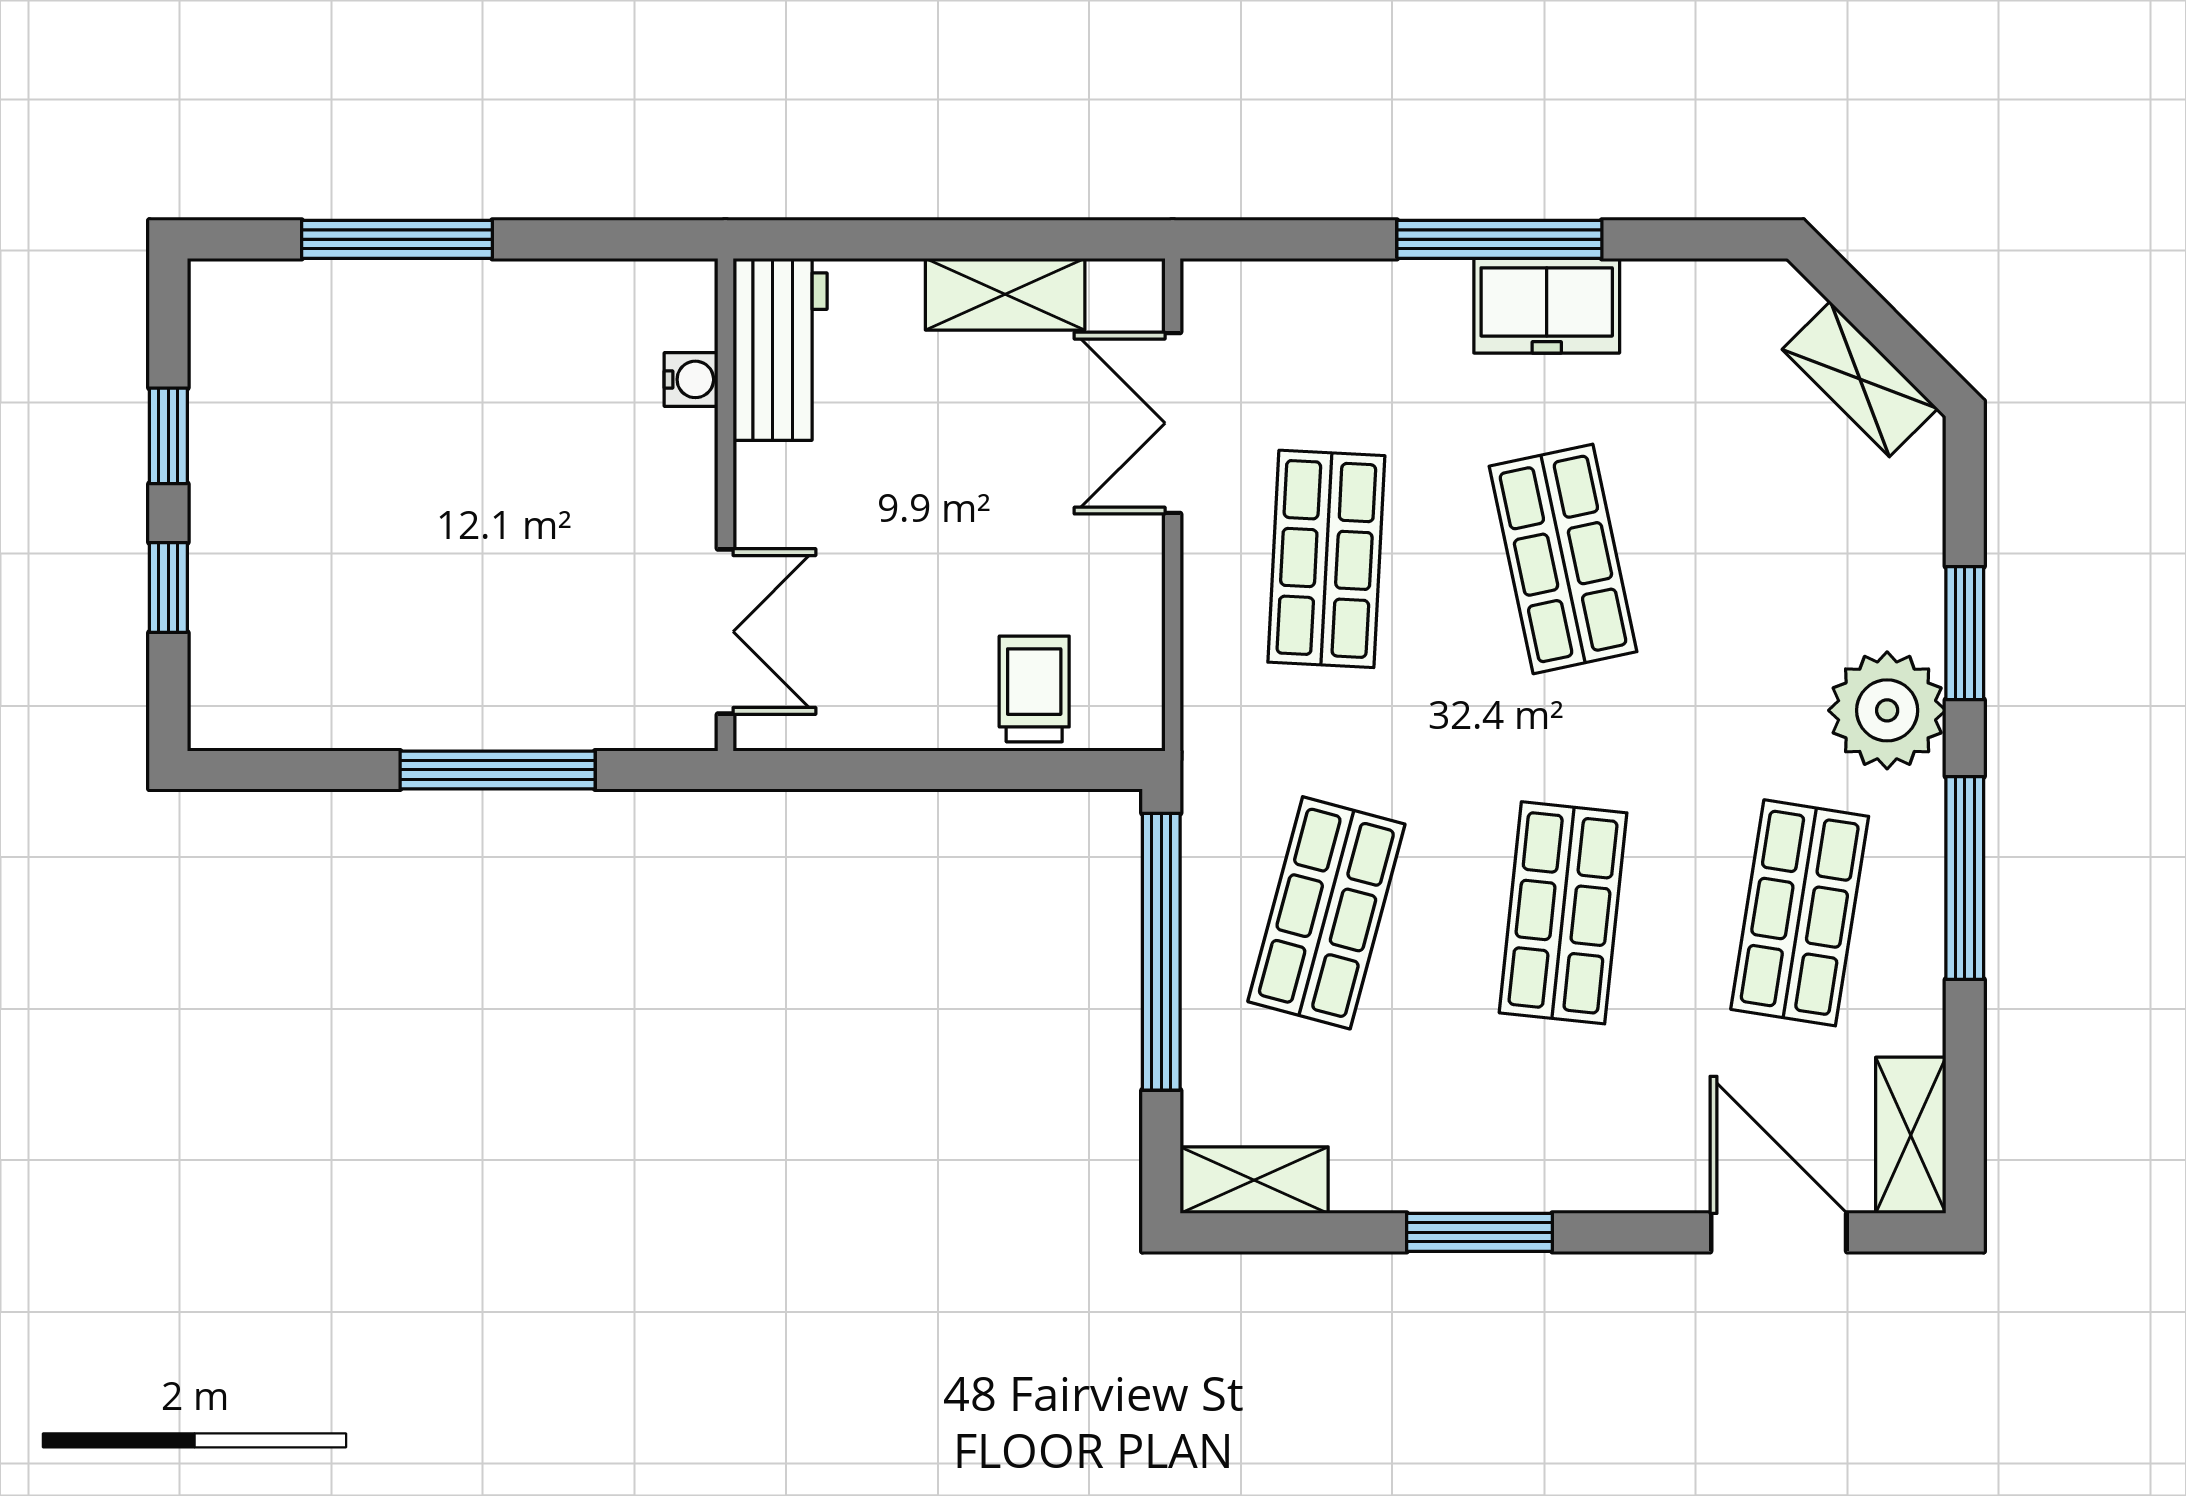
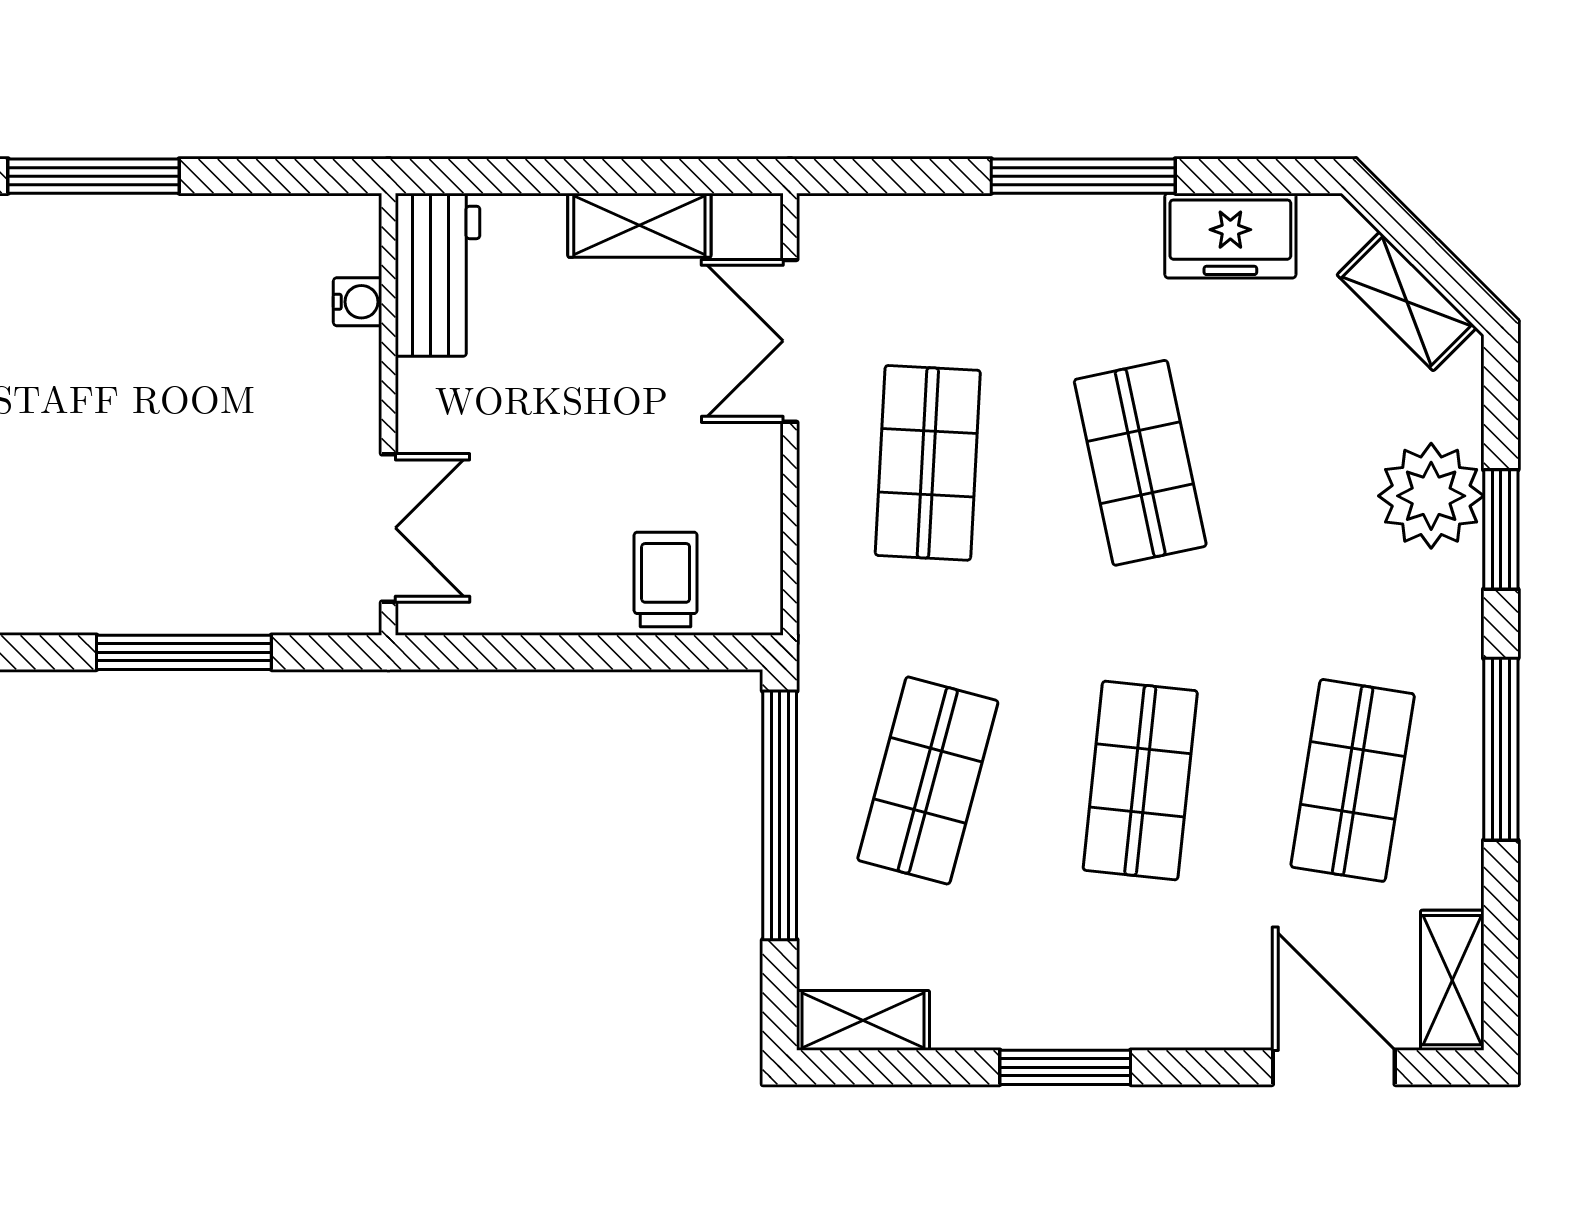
freezer: (1547, 306) -> (1230, 236), moved
plant: (1887, 710) -> (1431, 496), moved

